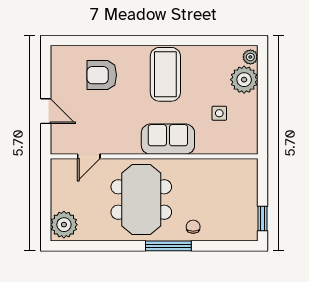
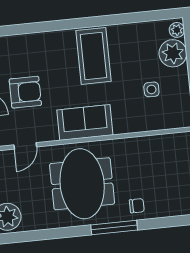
armchair: (102, 75) -> (25, 92), moved, turned 180
sofa: (168, 139) -> (85, 122), moved
chair: (193, 227) -> (137, 206), turned 90

